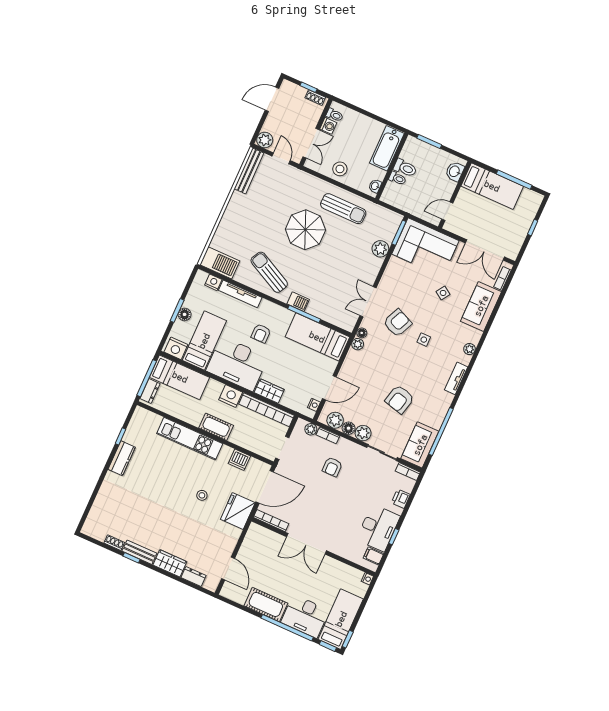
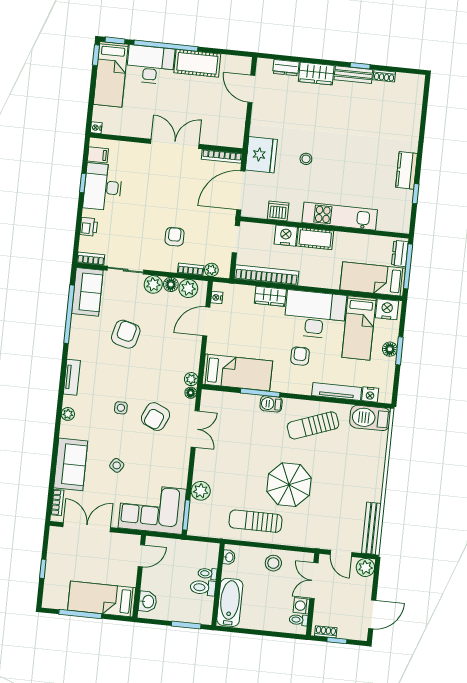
sun lounger: (269, 272) -> (313, 425), turned 133
nightstand: (231, 396) -> (286, 236), moved, turned 180

